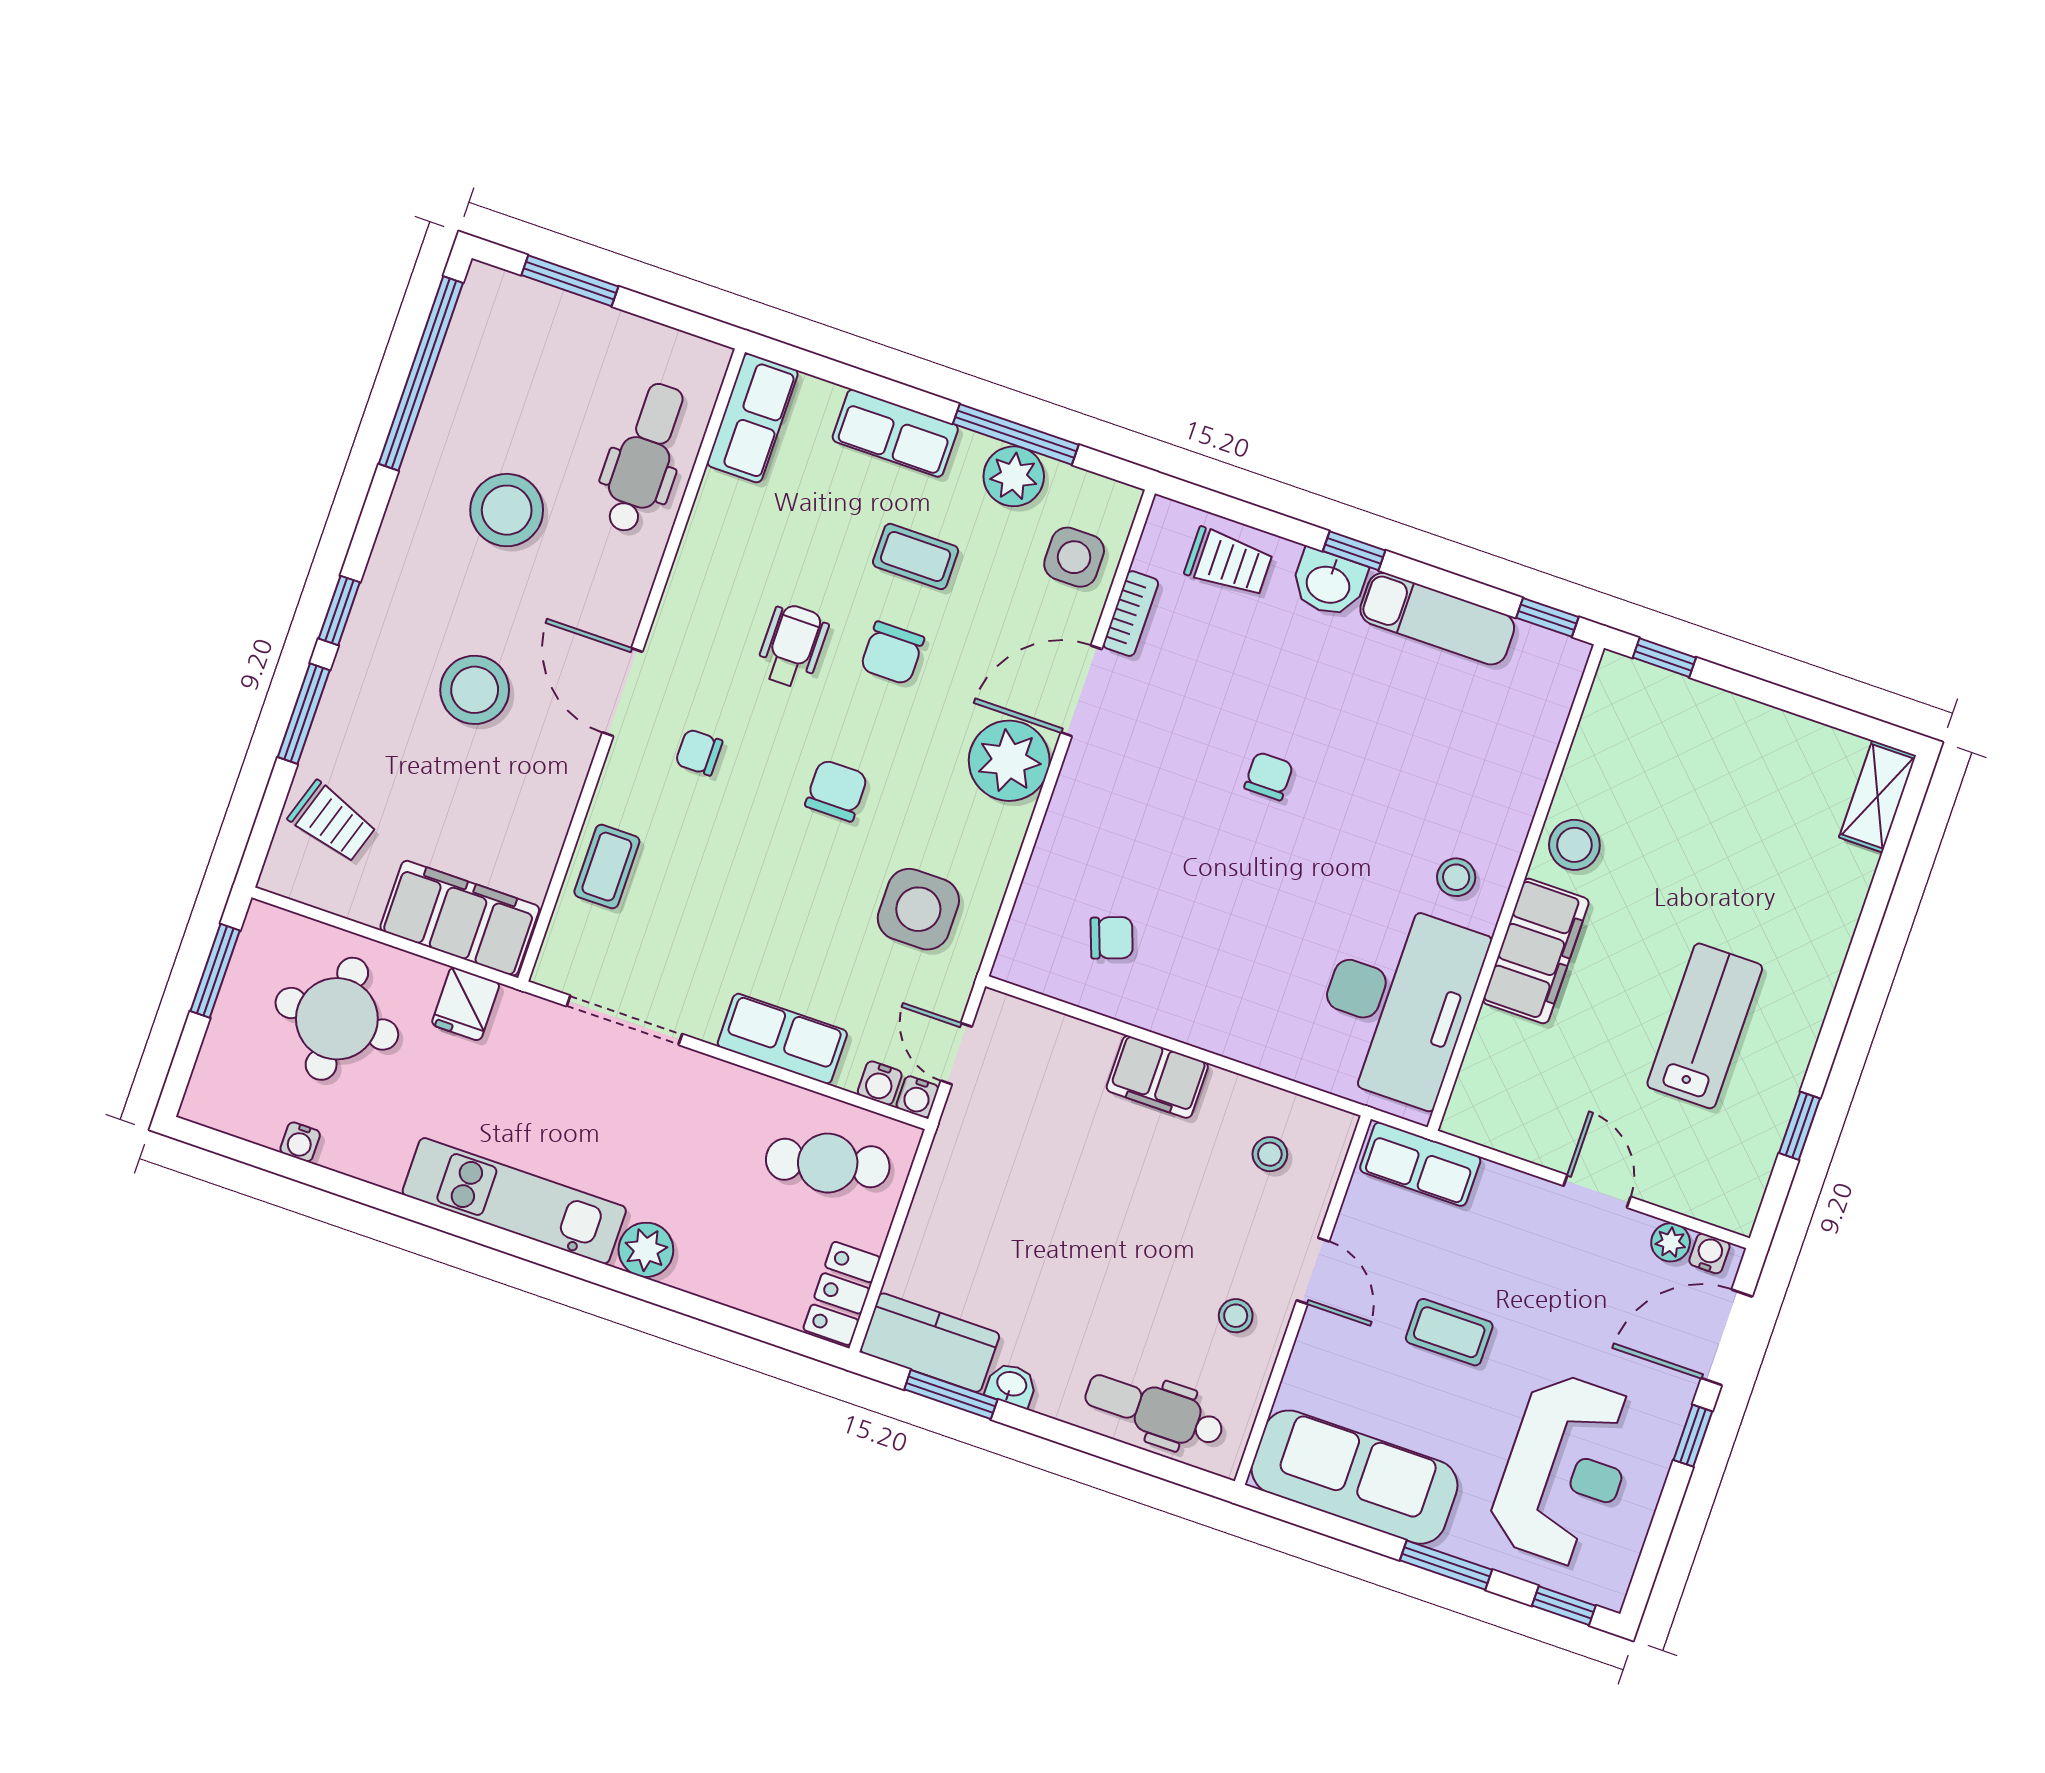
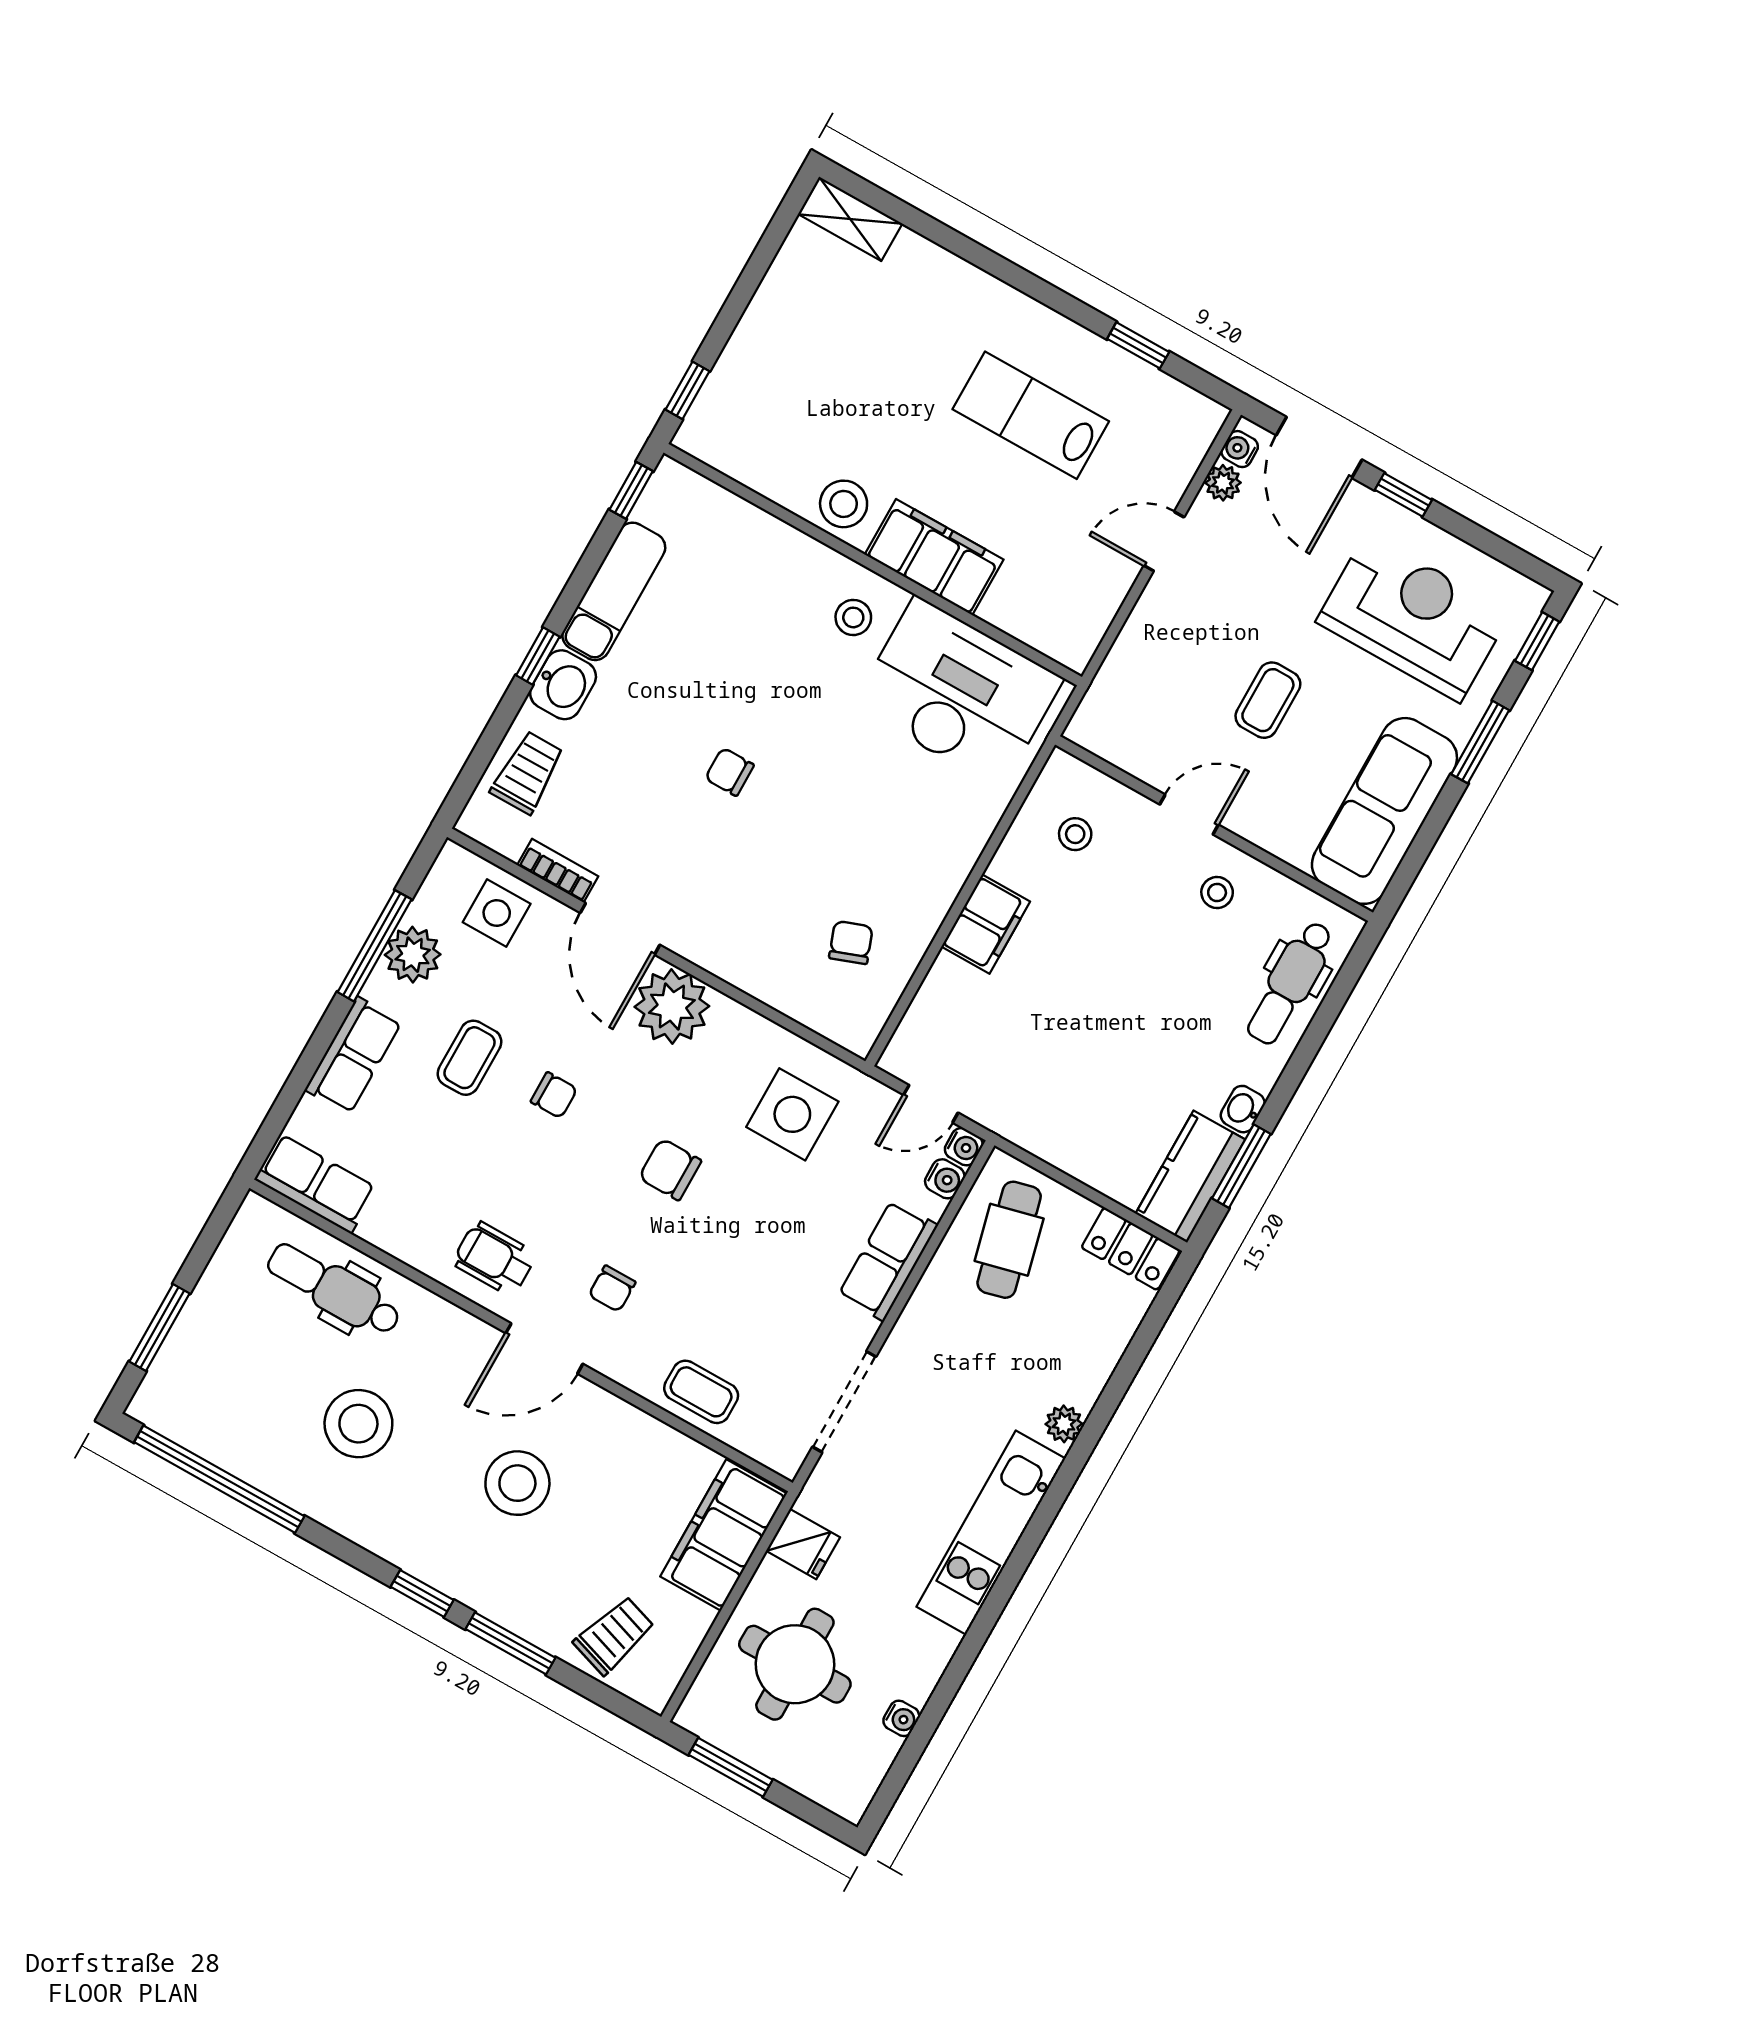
wheelchair: (792, 646) -> (494, 1259), moved
chair: (892, 653) -> (554, 1095), width x0.73, depth x0.73
row of seats: (1420, 1164) -> (1109, 698), removed
plant: (646, 1250) -> (1064, 1424), width x0.73, depth x0.73

